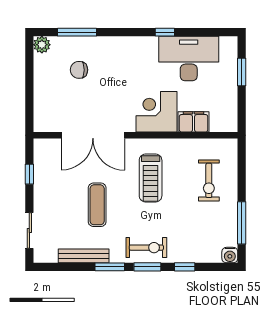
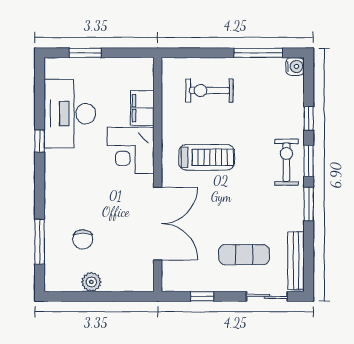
plant: (42, 45) -> (91, 282), moved
exercise bike: (209, 180) -> (209, 91), turned 180
exercise mat: (97, 205) -> (244, 255), moved
bench: (84, 256) -> (296, 261), moved

